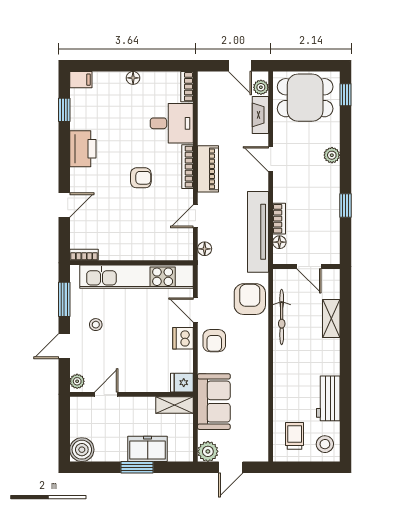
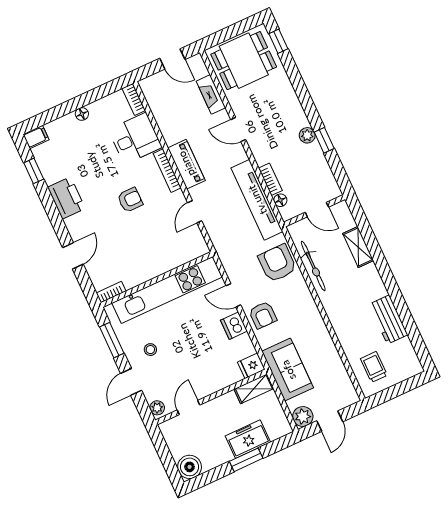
plant: (261, 87) -> (200, 70), removed
plant: (332, 155) -> (307, 135), moved
floor lamp: (205, 249) -> (216, 237), removed
stool: (325, 444) -> (404, 362), removed

